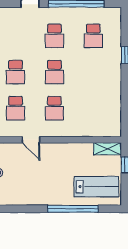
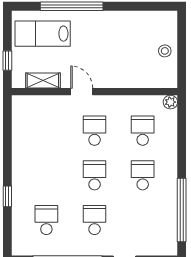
door: (31, 140) -> (82, 92), moved
shelving: (107, 149) -> (43, 80), moved

